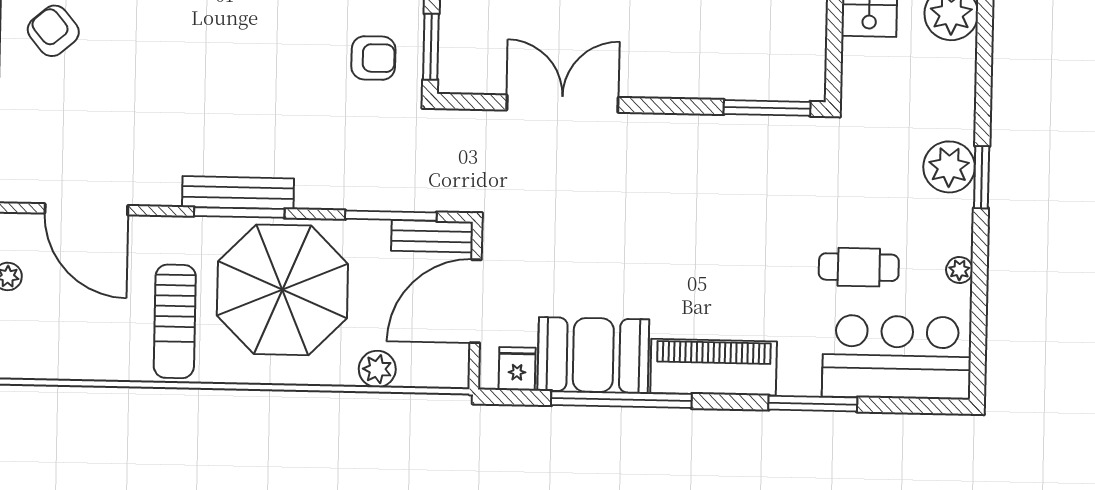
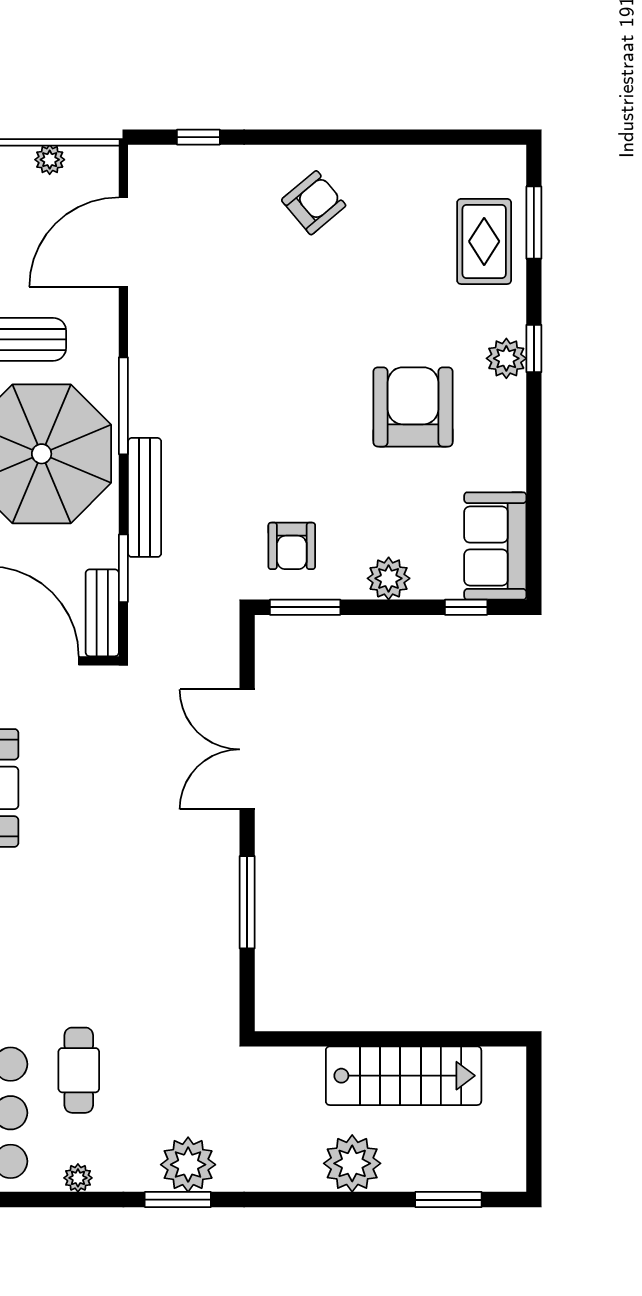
double door: (562, 104) -> (247, 749), swing flipped
window: (767, 108) -> (247, 902), moved
bench: (238, 193) -> (145, 497), moved
window: (391, 216) -> (123, 568), width x0.69

